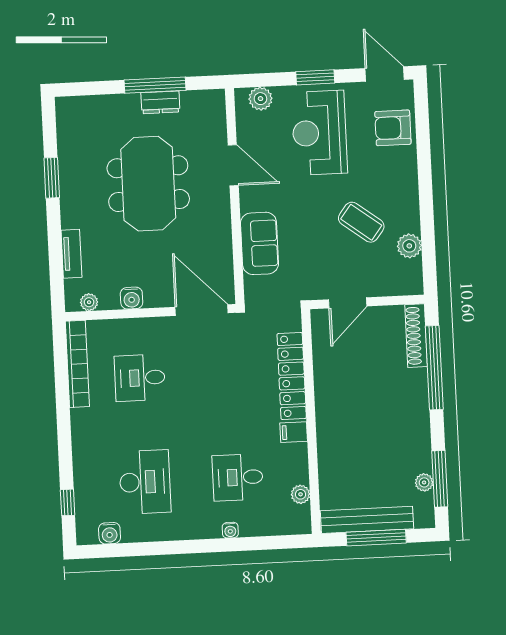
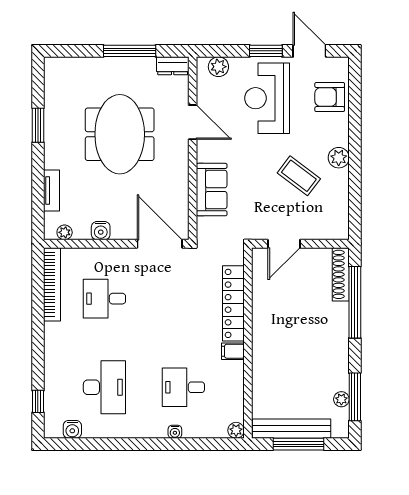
door: (385, 74) -> (309, 51), moved
dresser: (160, 102) -> (173, 66), moved
plant: (409, 246) -> (339, 158), moved
plant: (301, 494) -> (236, 430), moved

